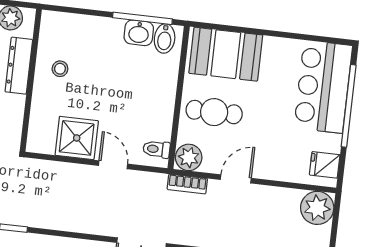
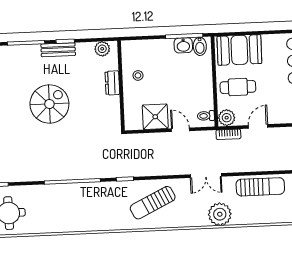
dresser: (19, 66) -> (112, 83), width x0.70

